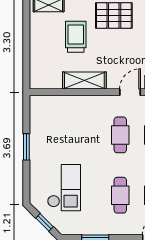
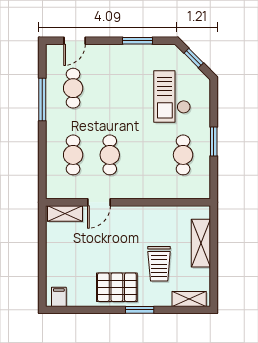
shelving: (84, 80) -> (201, 243), moved, turned 90
cafe table: (120, 195) -> (183, 155), moved

